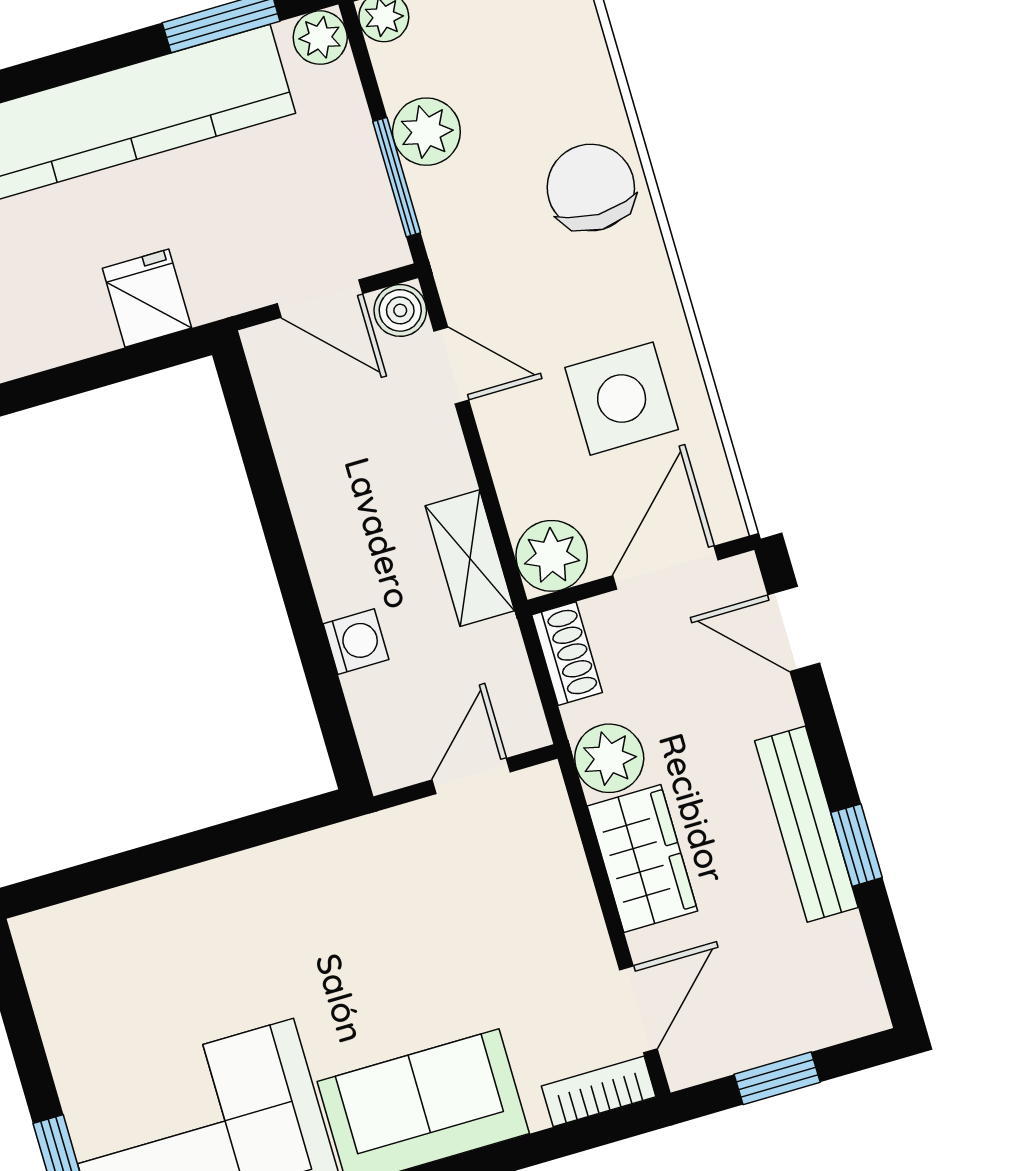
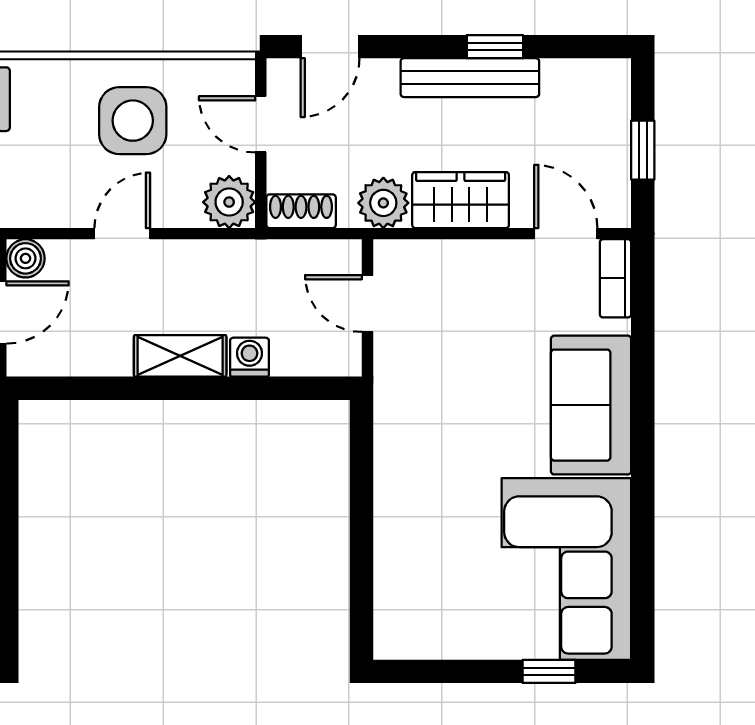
door: (451, 366) -> (122, 234), moved
shelving: (470, 558) -> (180, 356), moved
door: (665, 568) -> (261, 124), width x0.73

